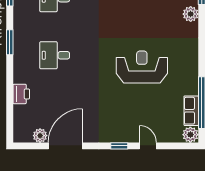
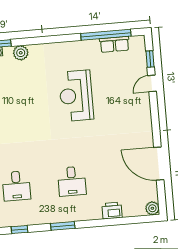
plant: (190, 135) -> (138, 43), removed
plant: (40, 136) -> (152, 208), moved
window: (119, 146) -> (150, 59), moved

